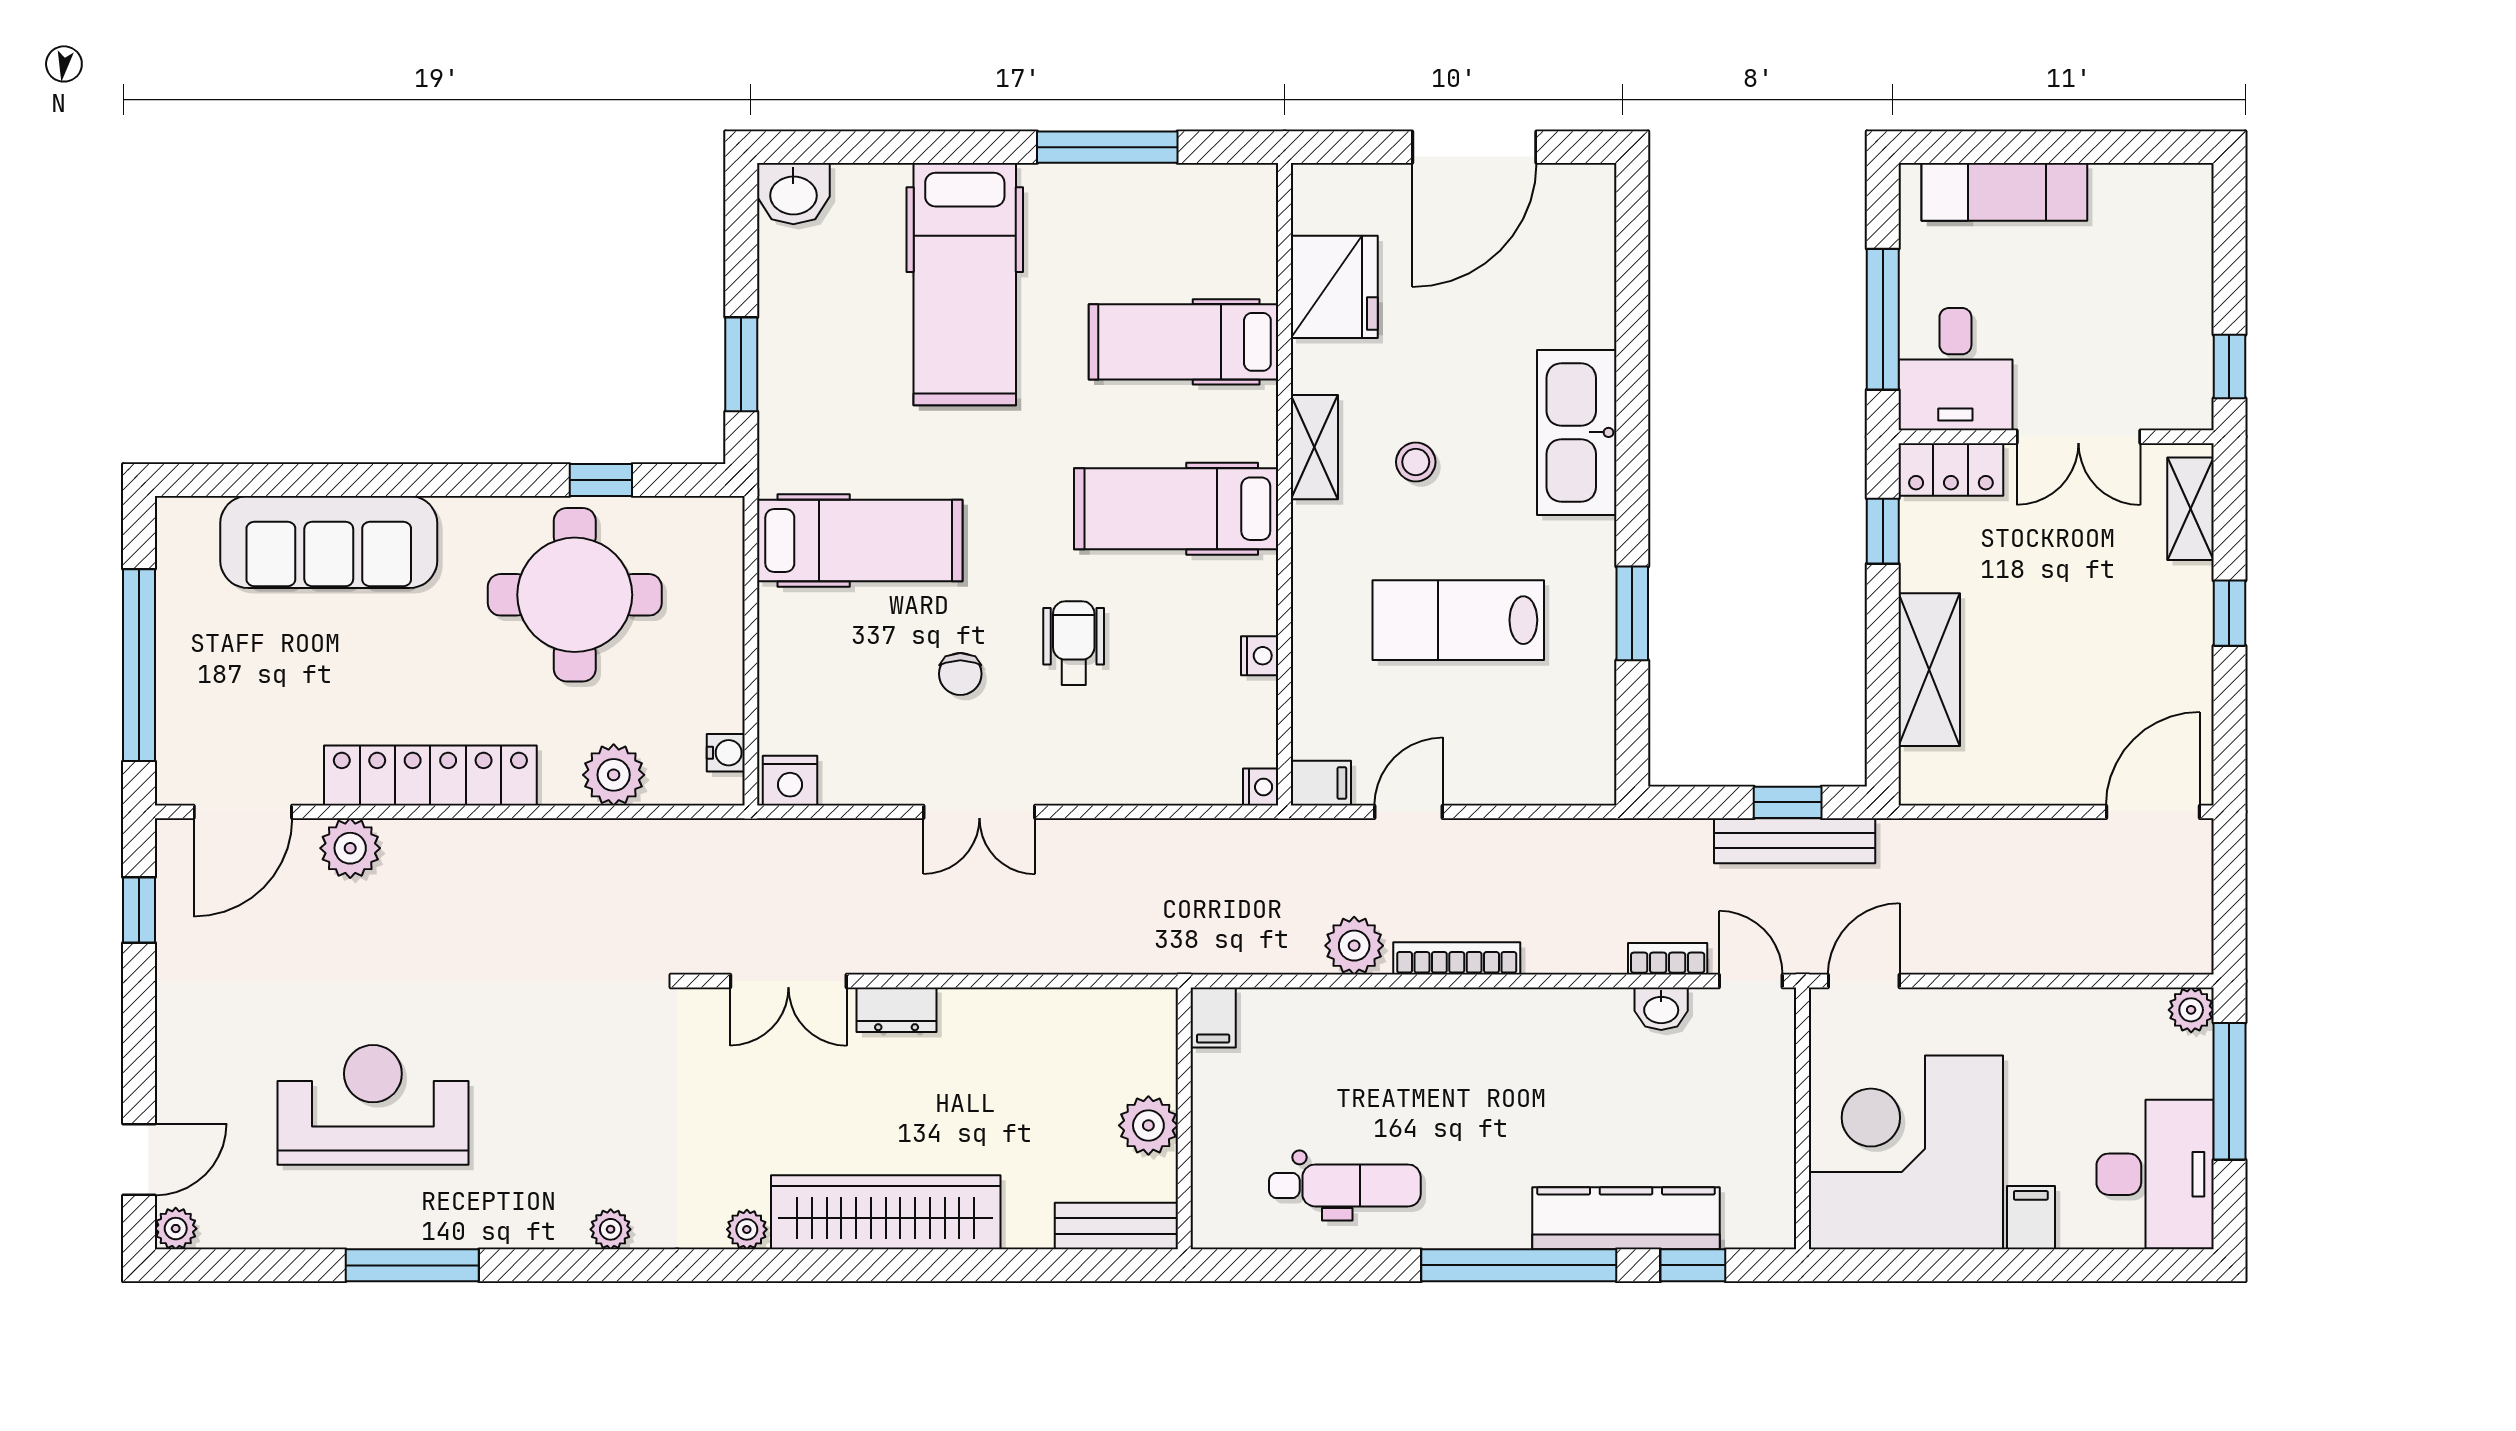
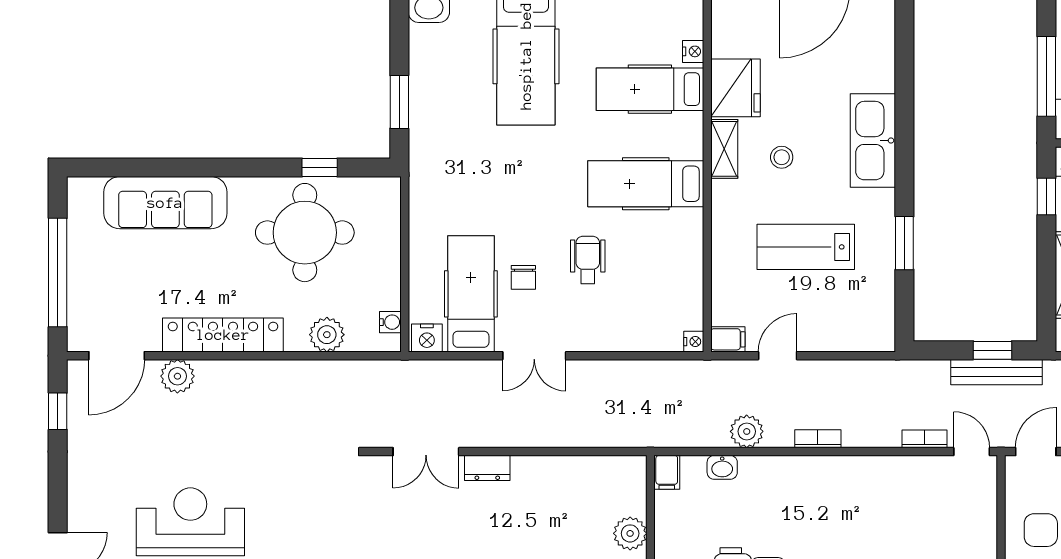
fridge: (1334, 287) -> (735, 88), moved
hospital bed: (860, 541) -> (471, 294), moved, turned -90
nightstand: (1260, 656) -> (693, 51), moved
bookcase: (1457, 958) -> (818, 439), width x0.64
washbasin: (1661, 1009) -> (722, 467), moved

